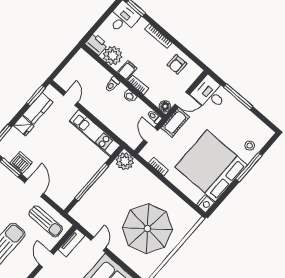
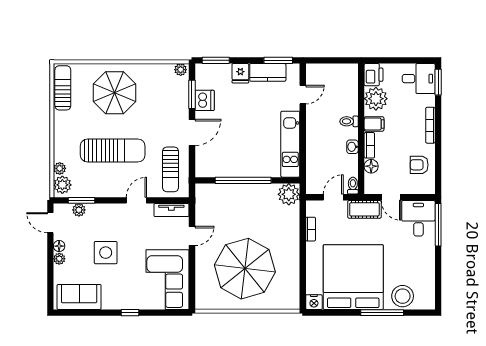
window: (238, 97) -> (438, 225), moved
floor lamp: (165, 106) -> (371, 166), moved
stool: (250, 146) -> (403, 296), width x1.89, depth x1.89

